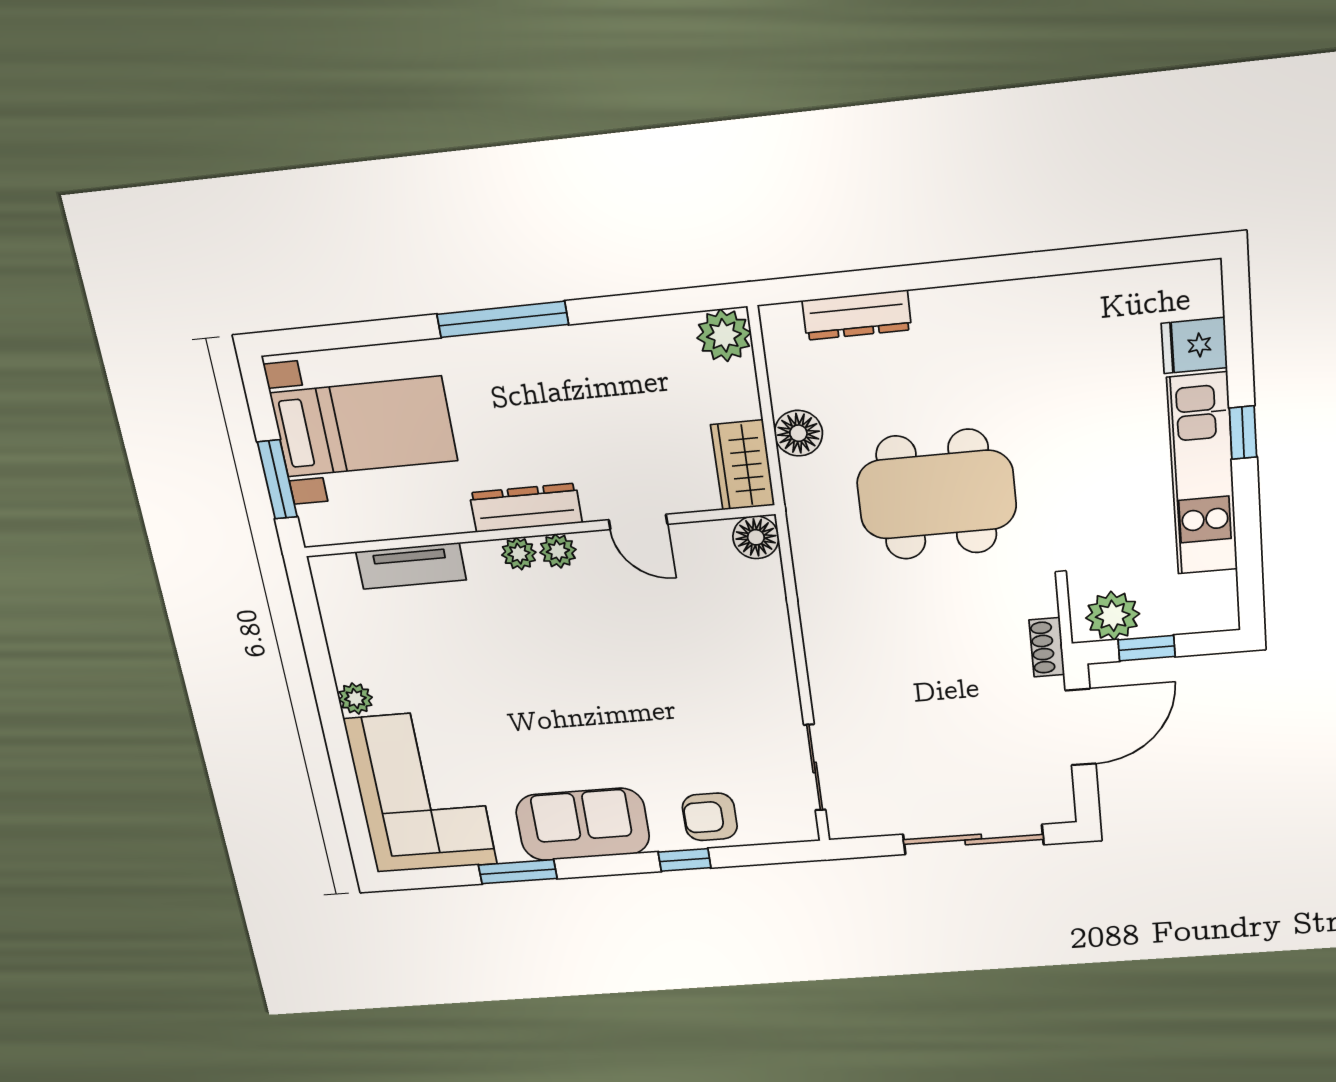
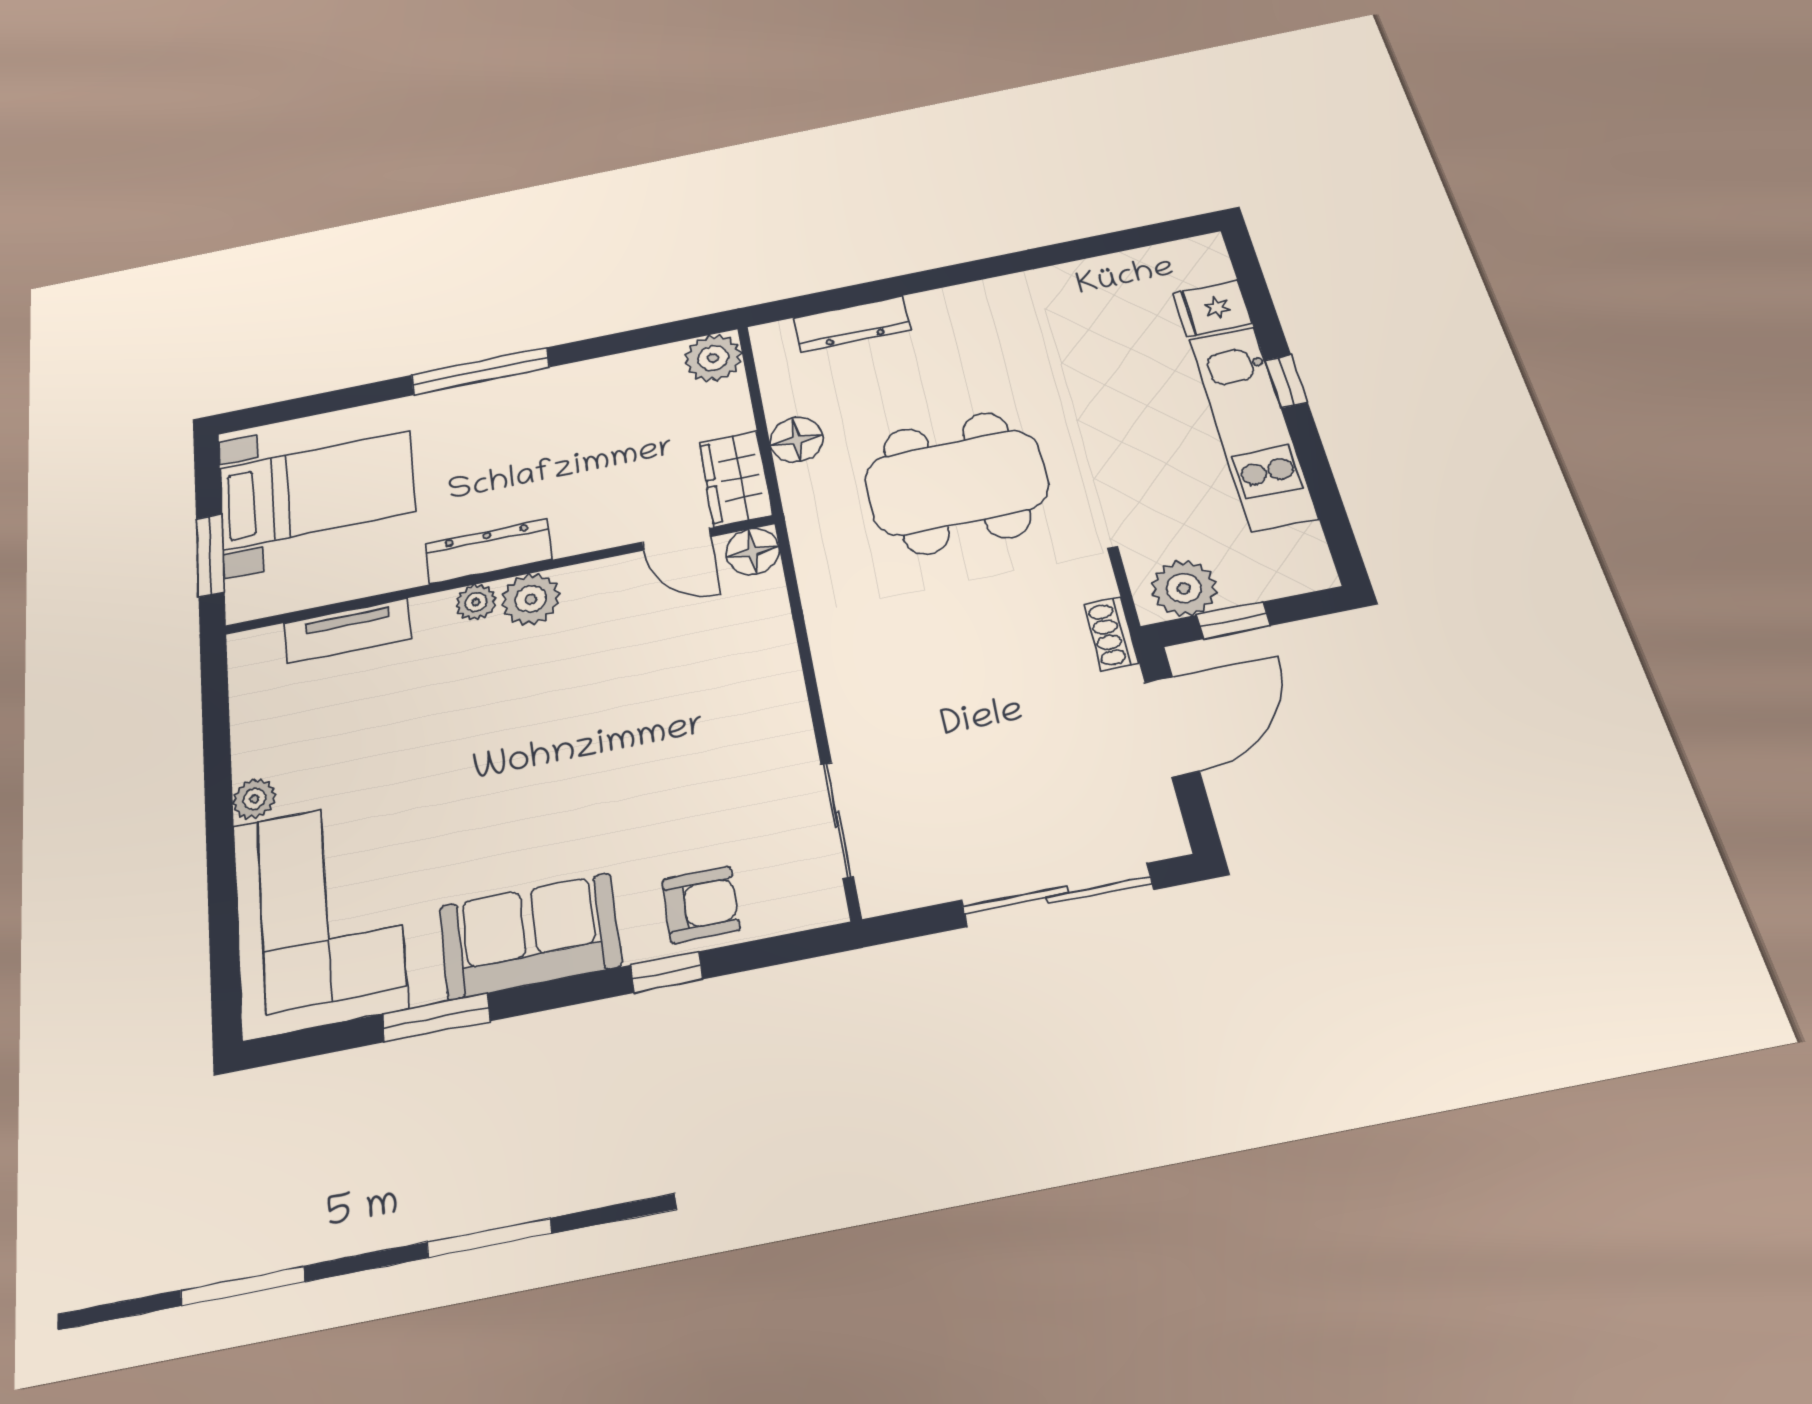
door: (638, 522) -> (676, 539), moved
plant: (558, 551) -> (531, 599), width x1.38, depth x1.38
armchair: (710, 817) -> (701, 905), turned 180

